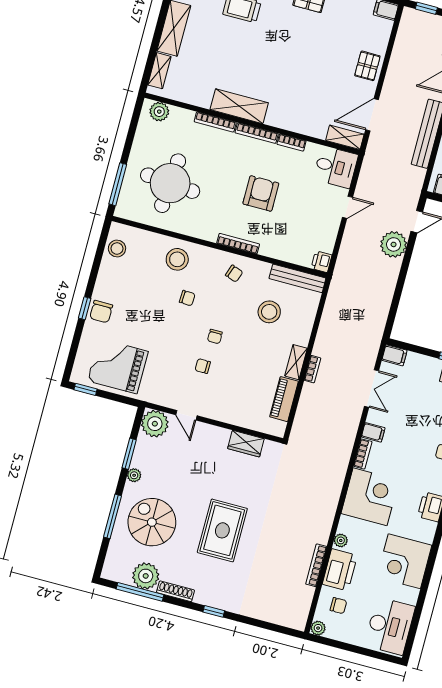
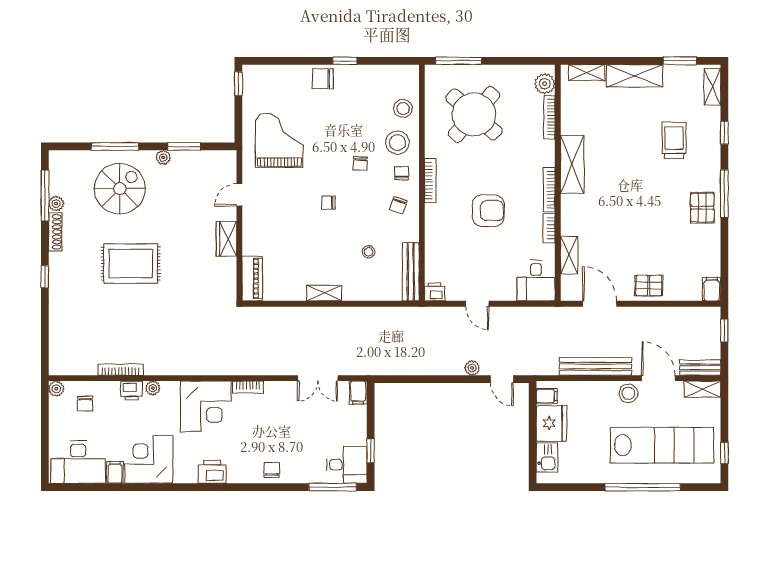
bookcase: (215, 122) -> (549, 117), moved
shelving: (345, 137) -> (569, 255), moved
round table: (170, 183) -> (474, 114), turned 36
door: (347, 207) -> (477, 304), moved
bookcase: (238, 244) -> (430, 181), moved
plant: (394, 244) -> (472, 368), width x0.53, depth x0.53
stool: (117, 248) -> (403, 108), moved
window: (85, 308) -> (345, 61), moved
stool: (269, 312) -> (369, 252), width x0.53, depth x0.53
grand piano: (118, 366) -> (279, 140), moved
chair: (203, 366) -> (402, 173), moved
bookcase: (313, 369) -> (321, 312), removed
piano: (284, 399) -> (252, 279), moved, turned 90
plant: (155, 424) -> (222, 165), removed
filing cabinet: (373, 432) -> (115, 472), moved, turned 180
wardrobe: (246, 444) -> (226, 239), moved
printer: (340, 570) -> (132, 391), width x0.53, depth x0.68
plant: (146, 576) -> (56, 204), width x0.53, depth x0.53

